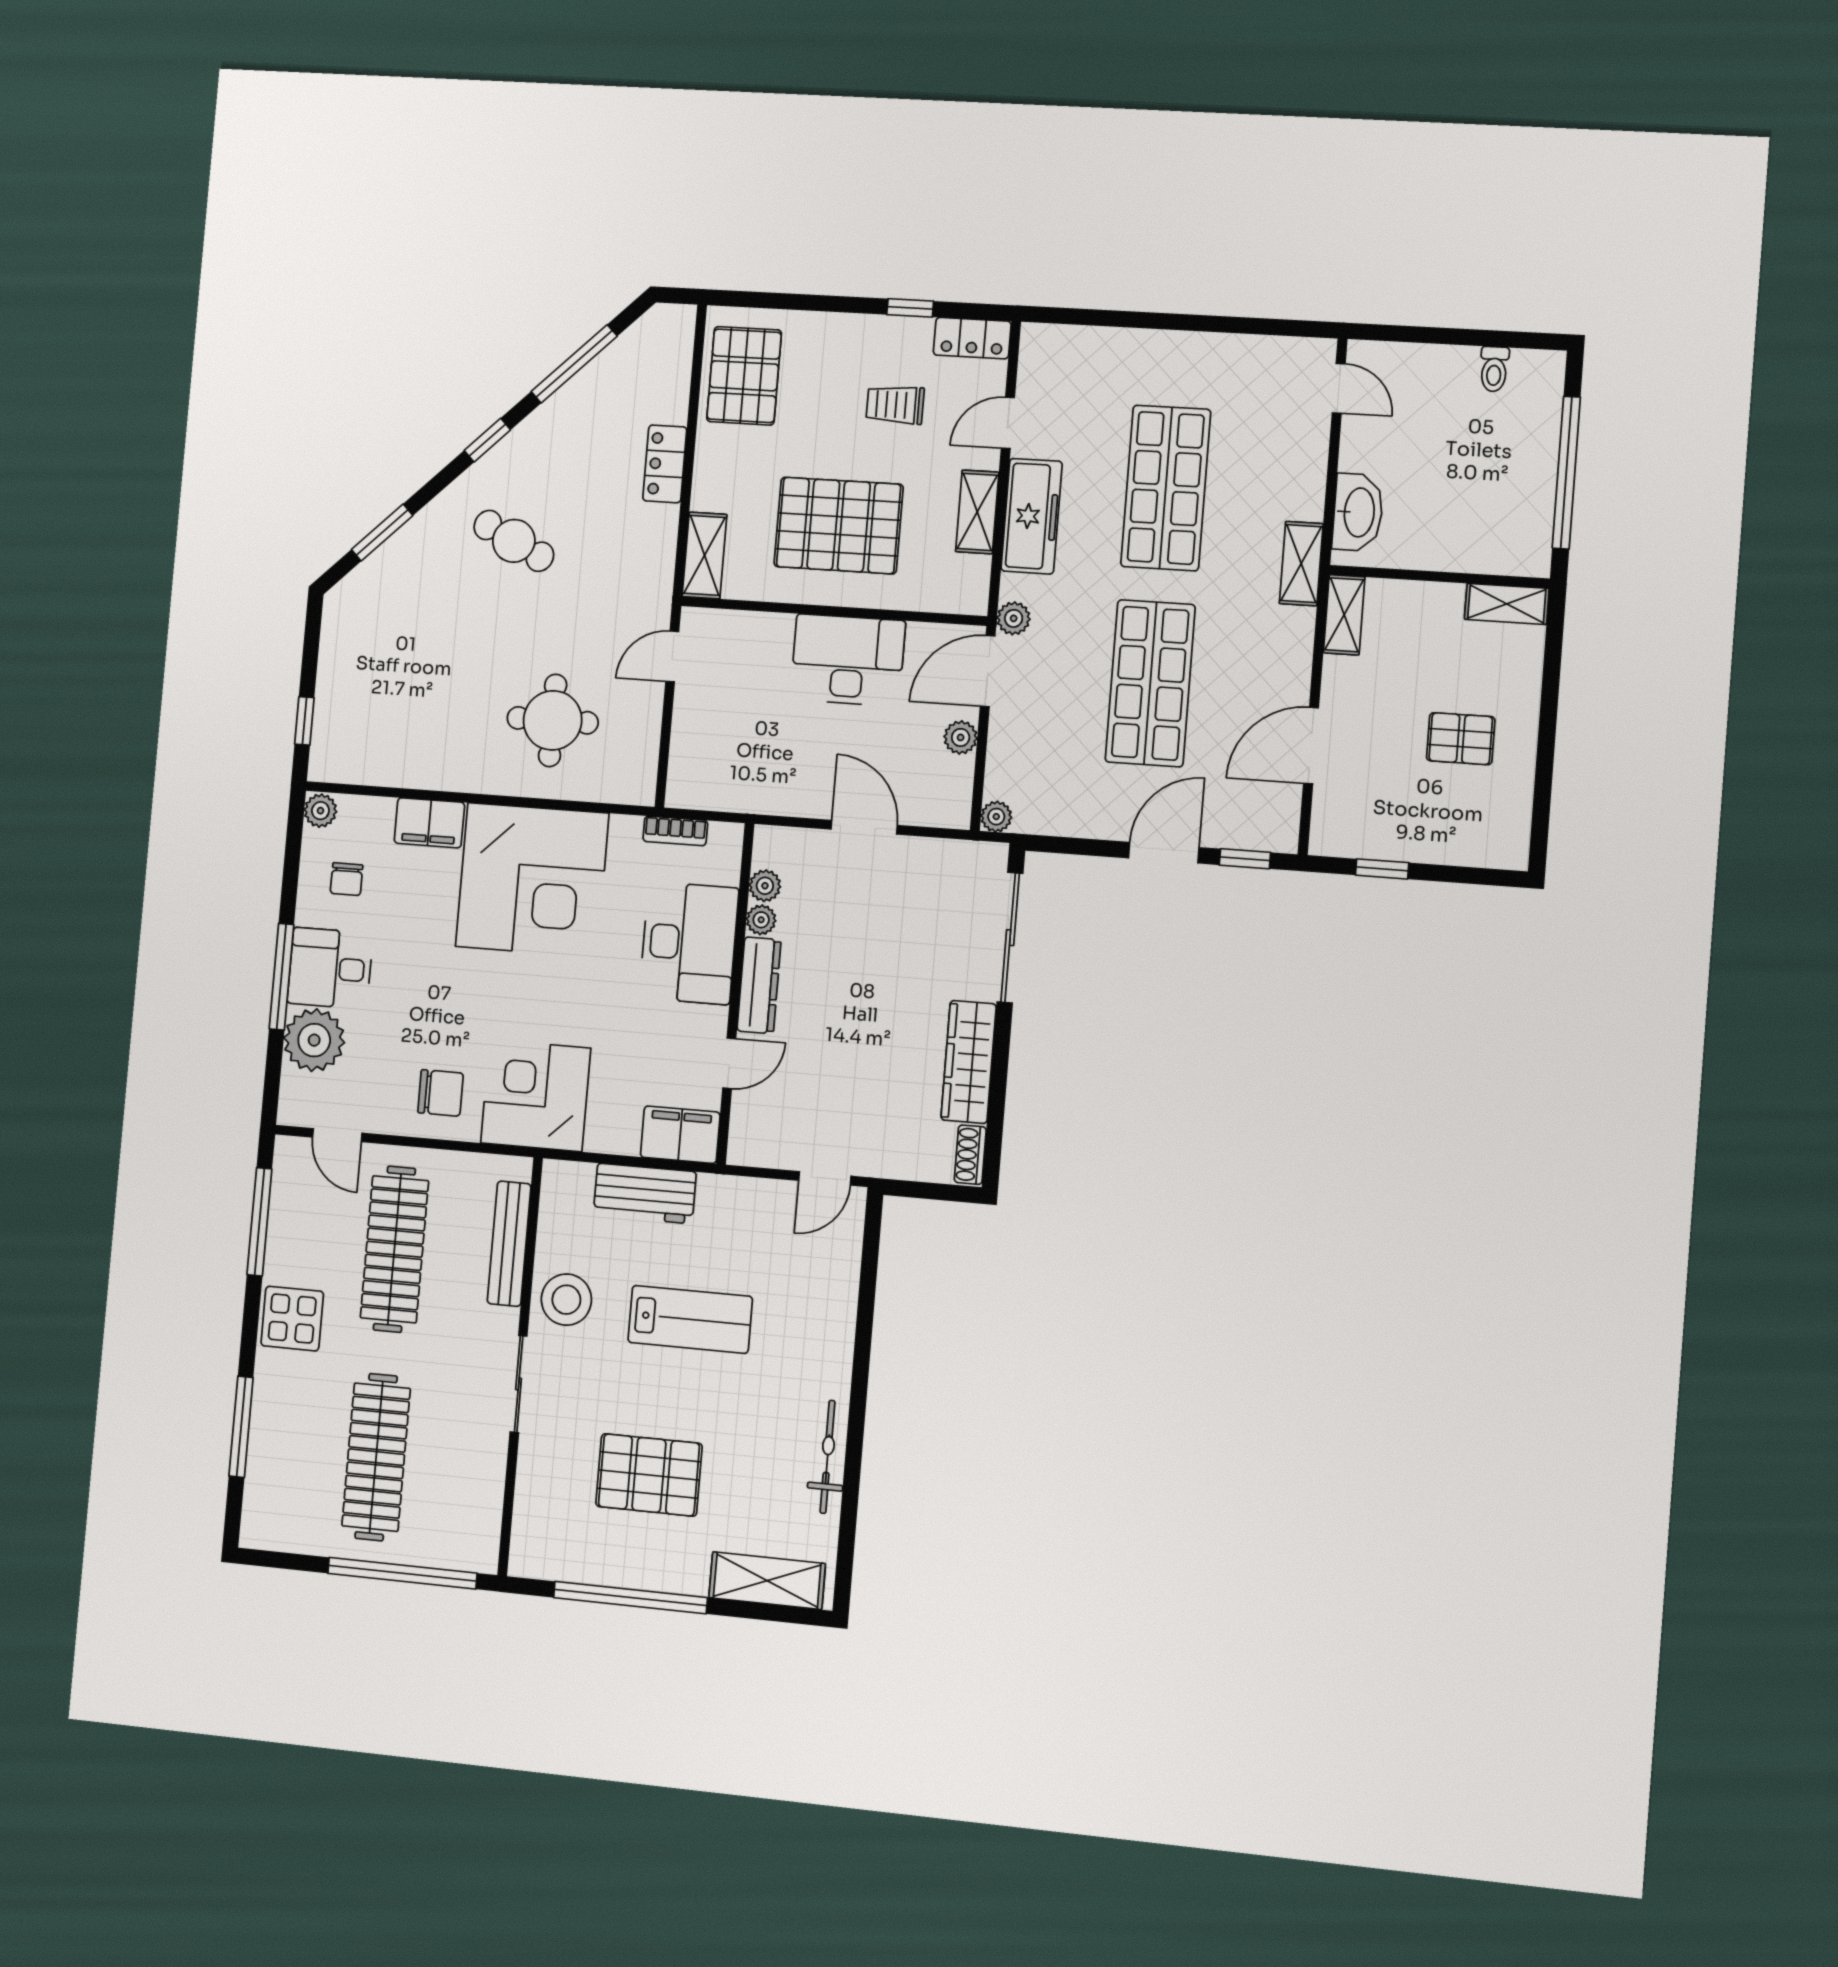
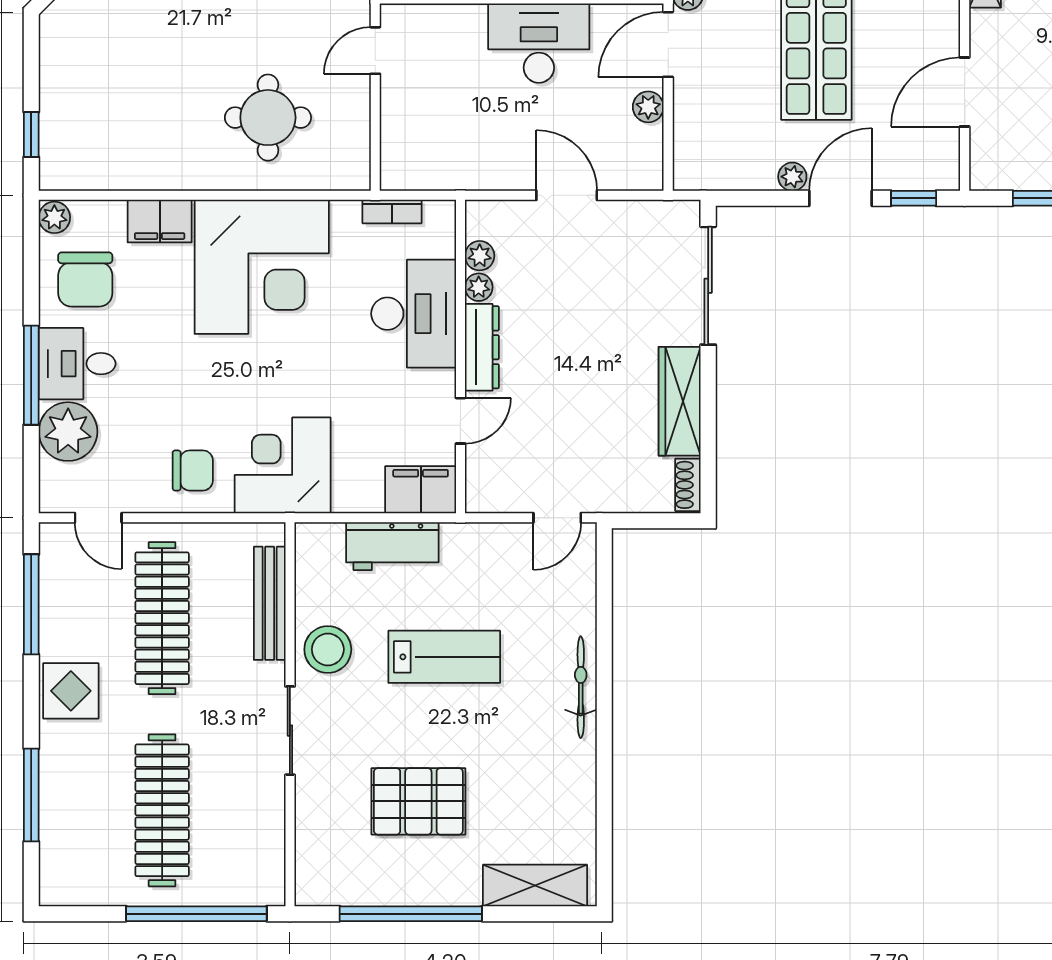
plant: (996, 817) -> (792, 177), moved
chair: (347, 879) -> (85, 279), width x1.87, depth x1.87
bicycle: (828, 1457) -> (581, 687), moved

